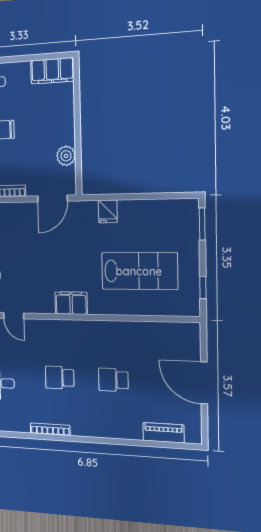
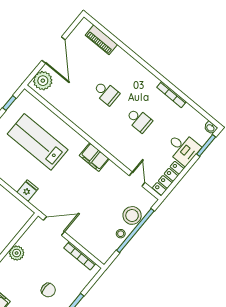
plant: (66, 156) -> (17, 253), moved
plant: (188, 341) -> (43, 81), added

